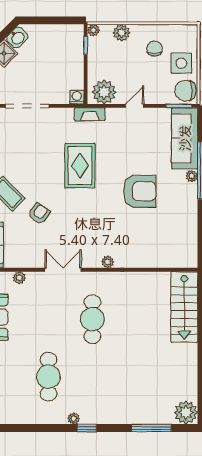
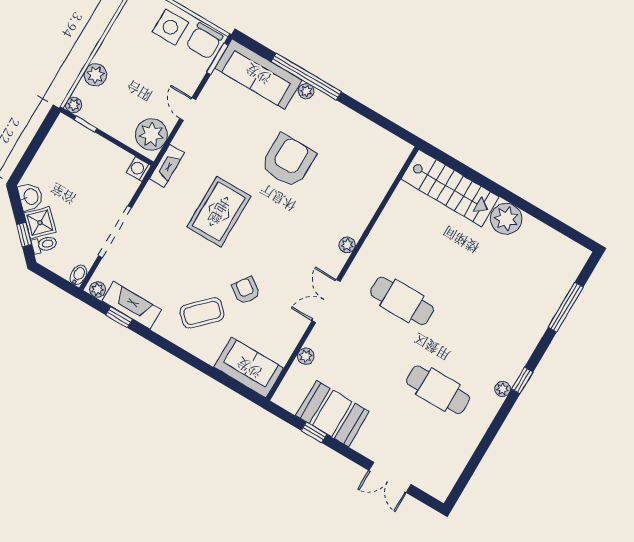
chair: (155, 49) -> (136, 48), removed
rug: (80, 166) -> (219, 212), turned 90
plant: (186, 412) -> (506, 219), moved

